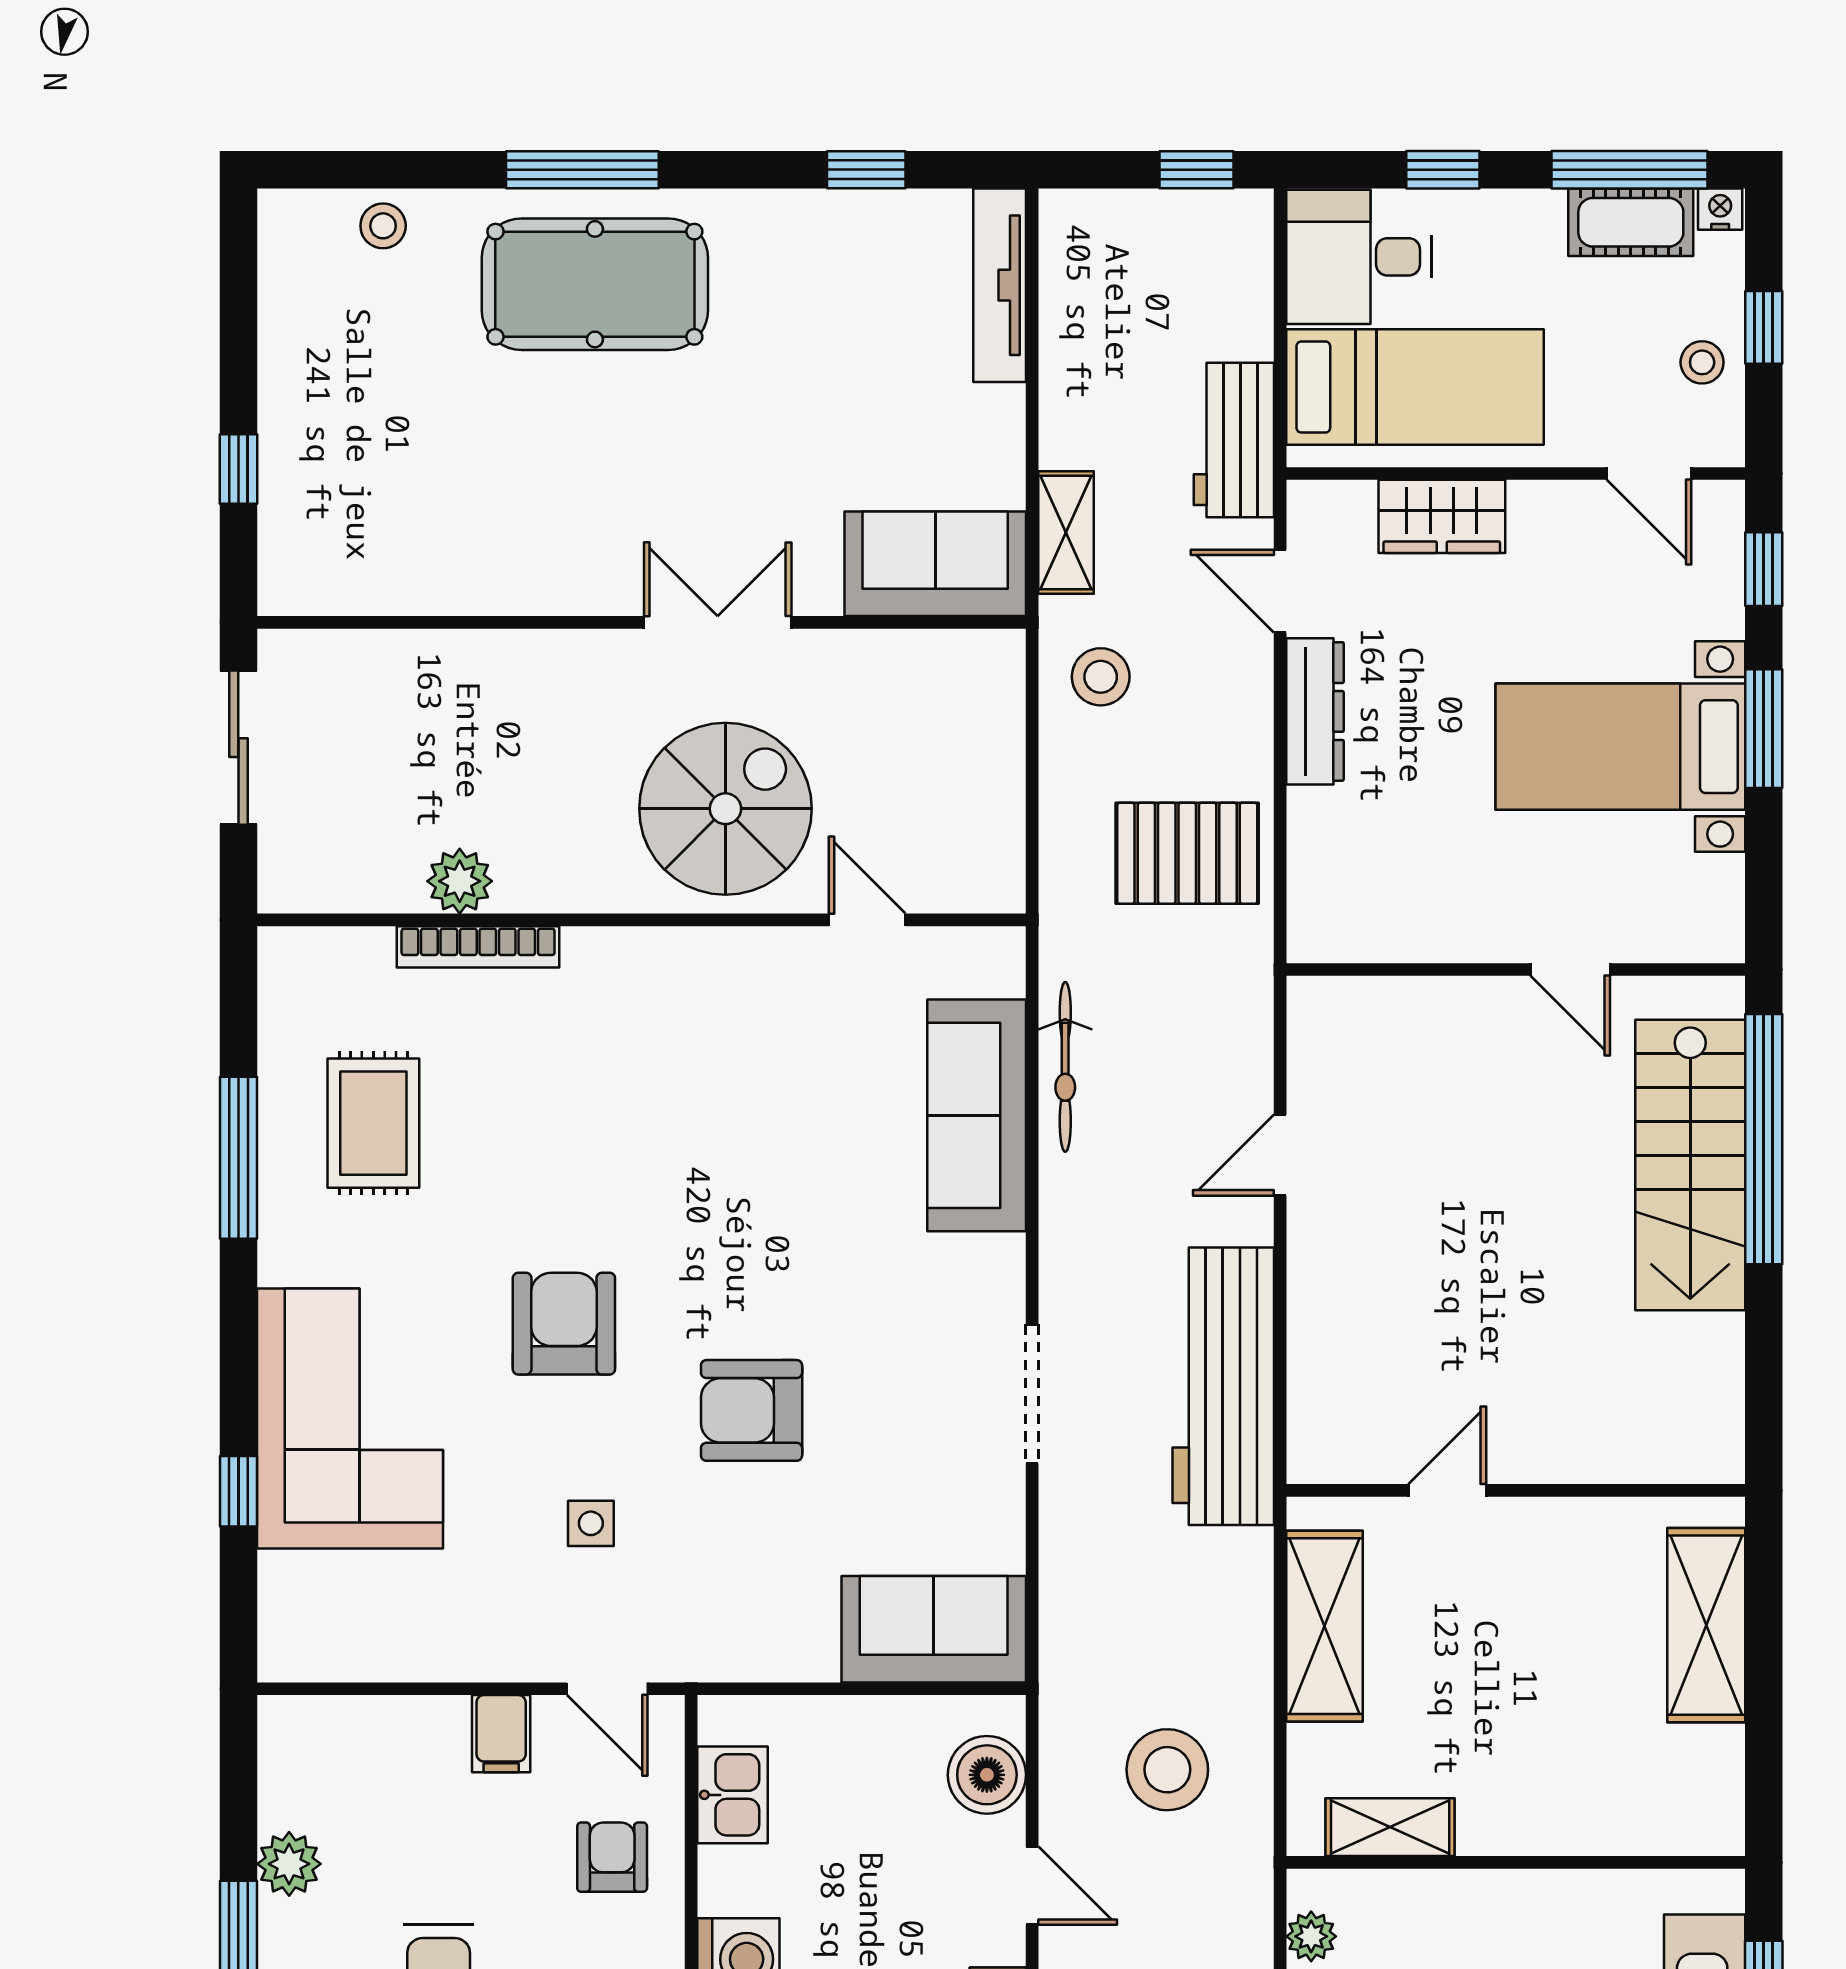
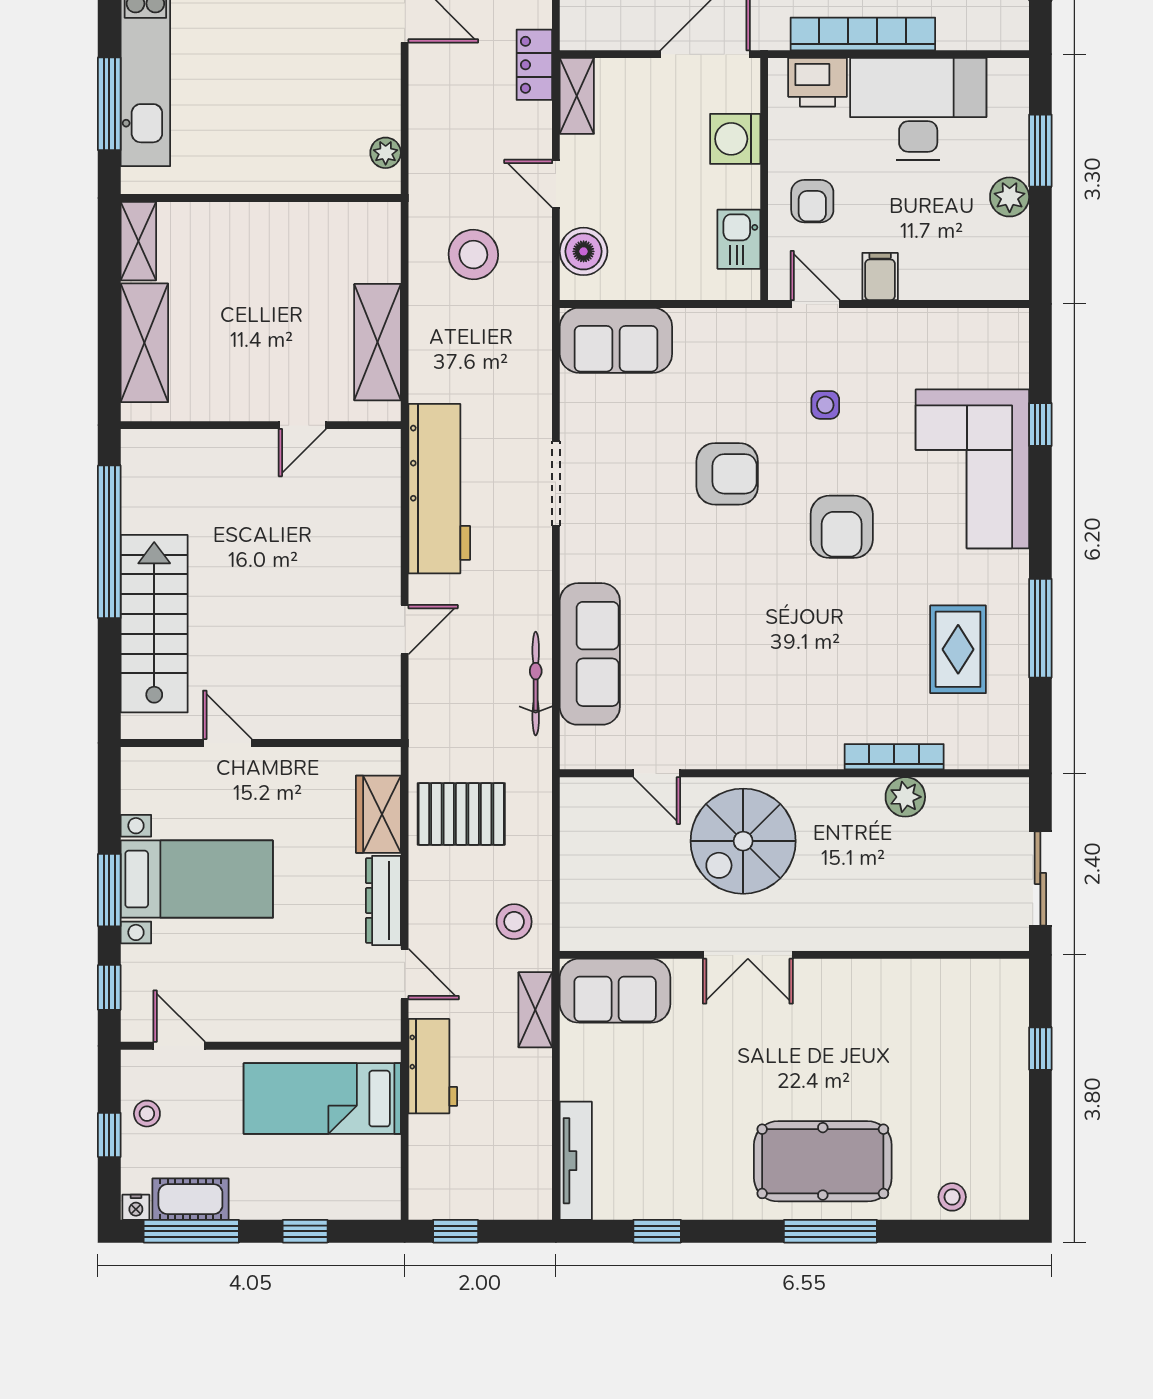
desk: (1359, 257) -> (356, 1178), removed
wardrobe: (1442, 516) -> (378, 814), moved, turned -90
window: (1764, 1139) -> (109, 542), moved
shelving: (1390, 1827) -> (138, 241), moved, turned 90

